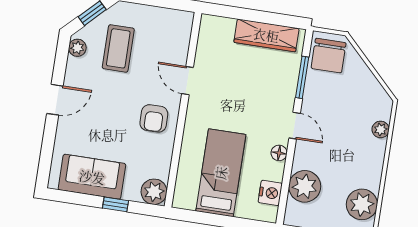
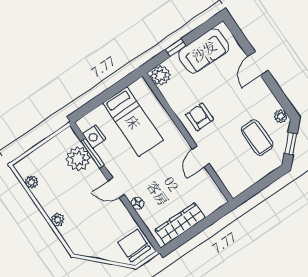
window: (302, 77) -> (93, 153), moved
door: (188, 81) -> (201, 156), swing flipped
door: (55, 100) -> (258, 63), moved
plant: (381, 129) -> (58, 220), moved
floor lamp: (279, 153) -> (137, 203), moved
plant: (362, 204) -> (31, 182), width x0.53, depth x0.53

